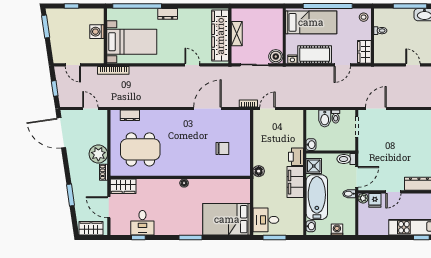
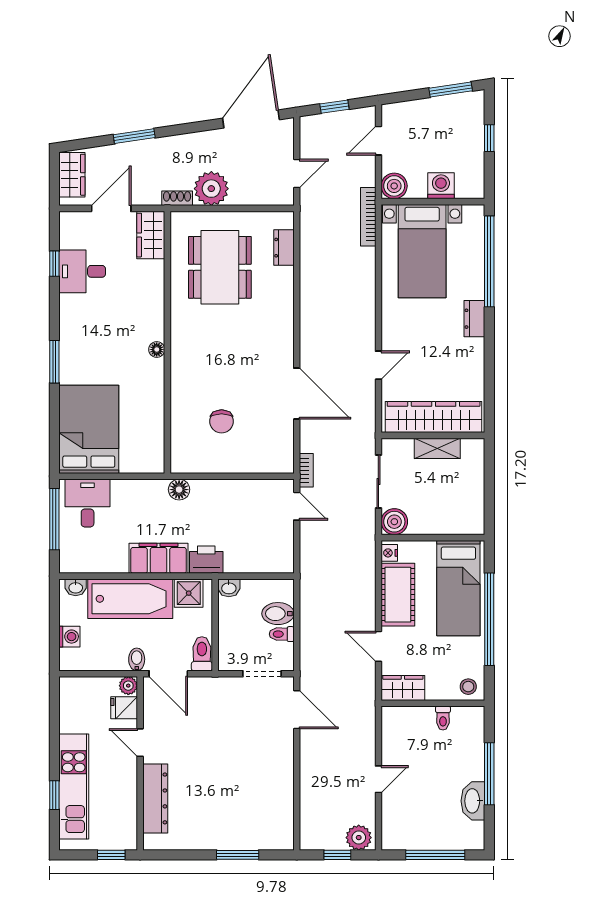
boiler: (97, 57) -> (394, 186), added
window: (274, 238) -> (54, 519), width x1.44

